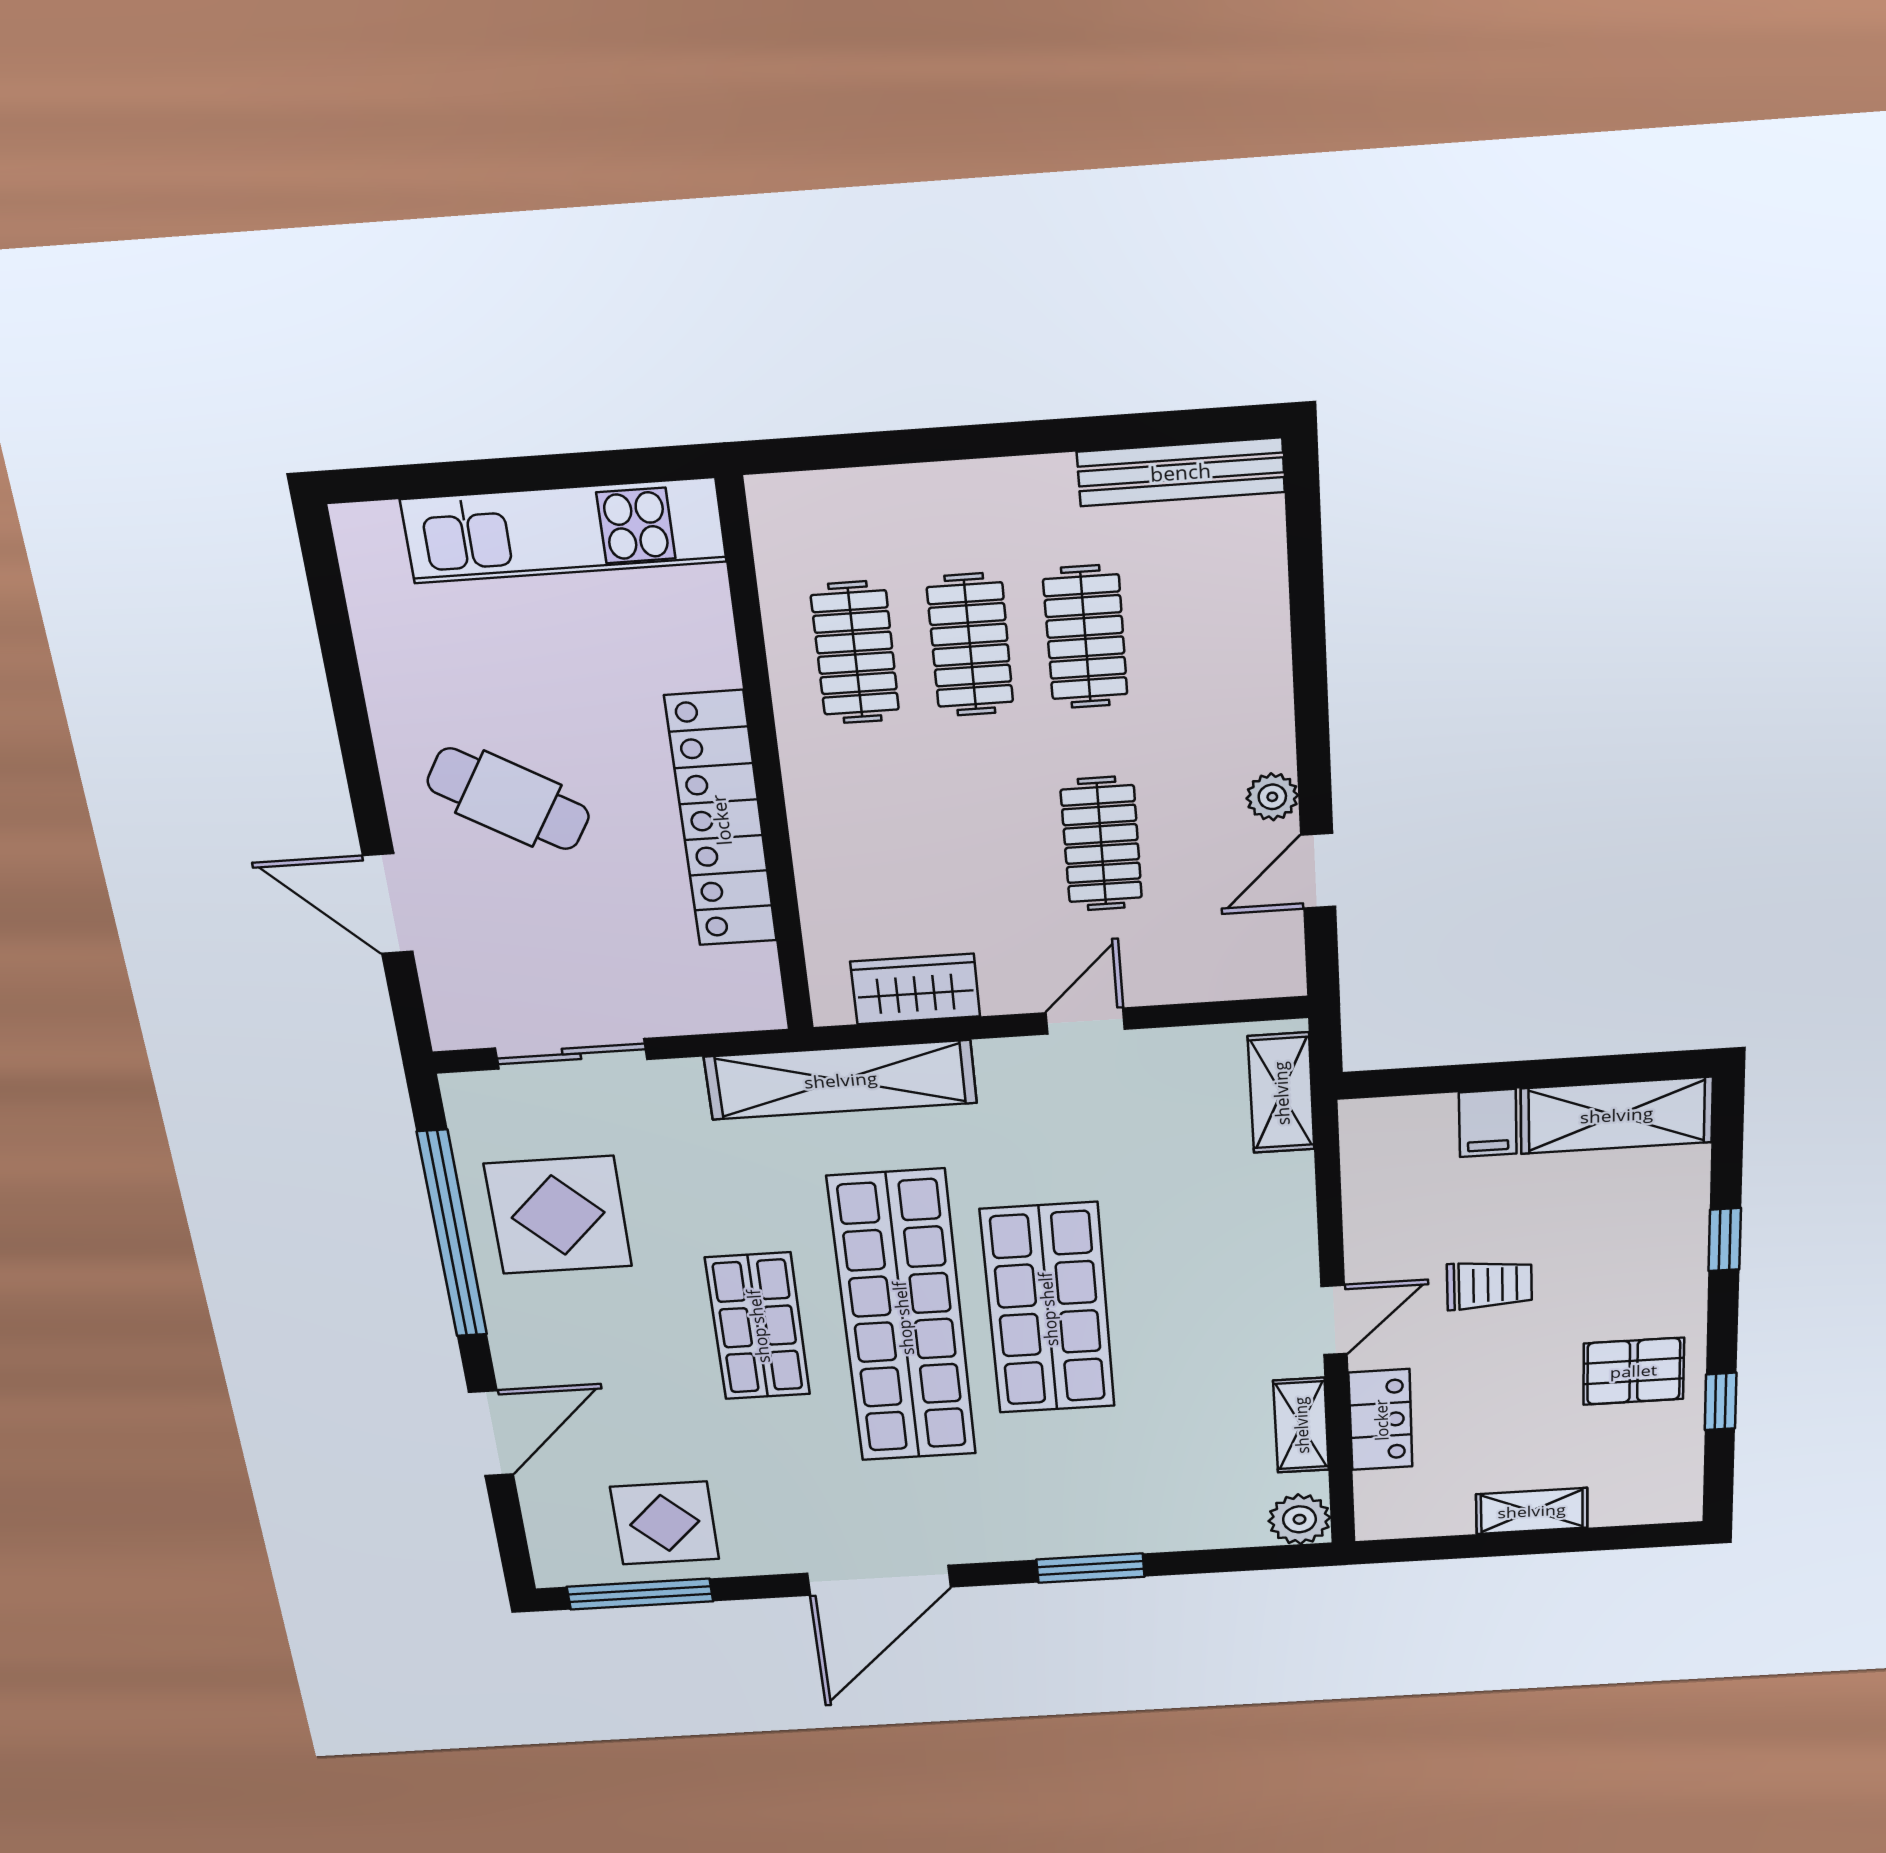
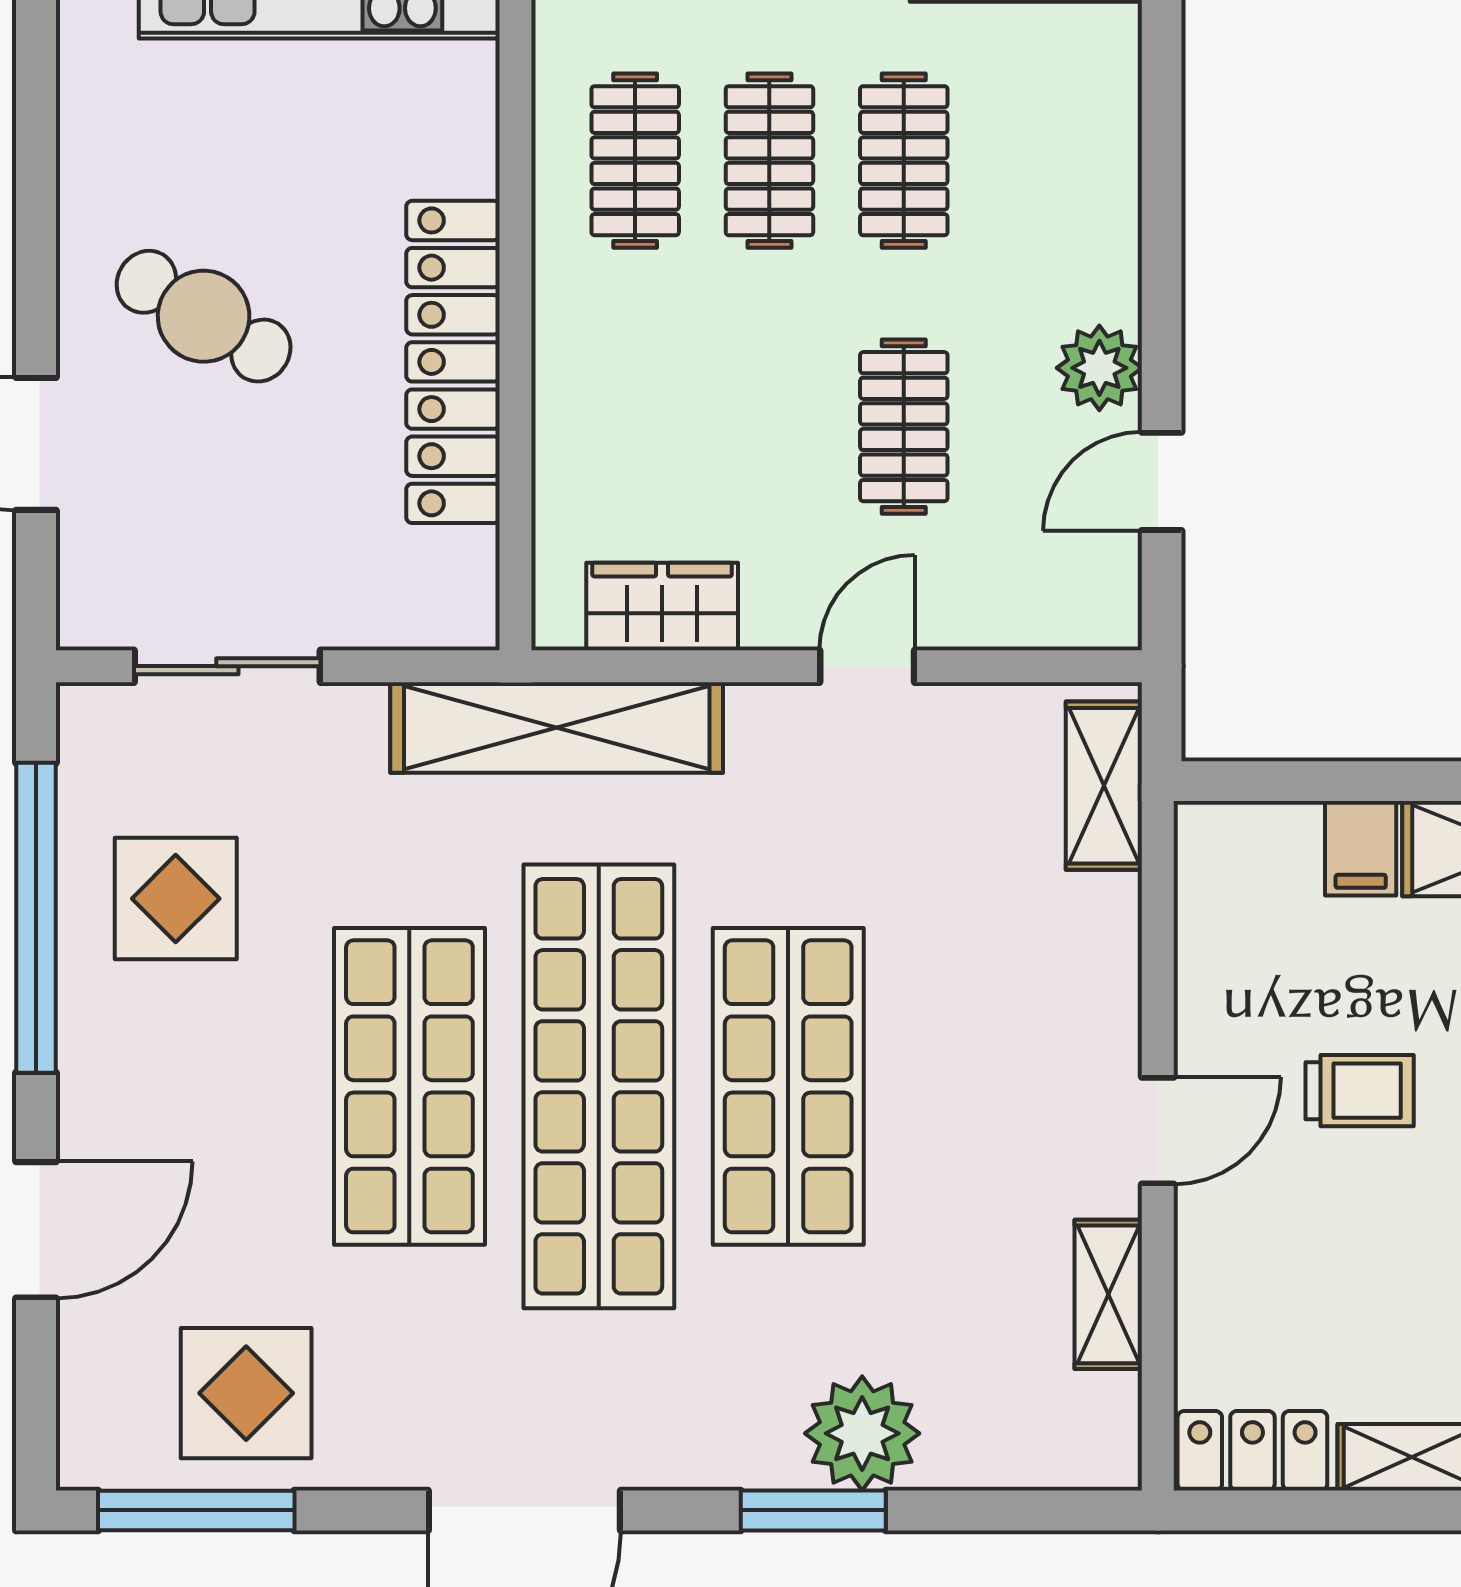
plant: (1272, 797) -> (1099, 368), width x1.38, depth x1.38
display table: (558, 1215) -> (176, 899), width x0.73, depth x0.73
shop shelf: (758, 1326) -> (409, 1086), width x1.43, depth x1.36
locker: (1381, 1420) -> (1252, 1451), moved, turned -90
plant: (1299, 1519) -> (862, 1433), moved, width x1.36, depth x1.36

